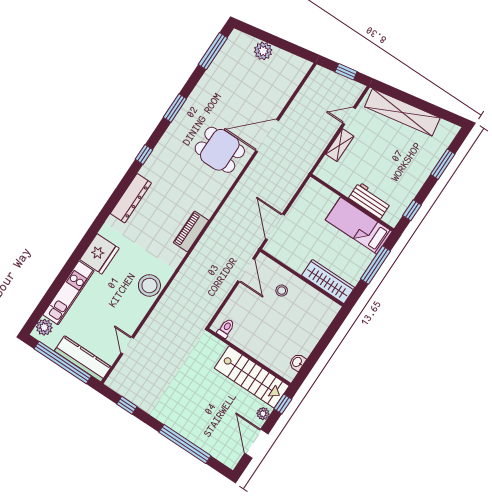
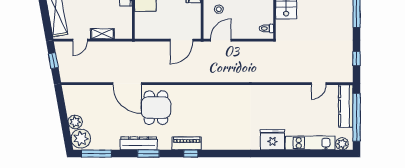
plant: (241, 45) -> (81, 139), added
door: (349, 116) -> (80, 40), hinge flipped
dresser: (131, 198) -> (139, 143), moved
piano: (191, 231) -> (187, 143), moved, turned 180
stool: (149, 285) -> (271, 95), removed

